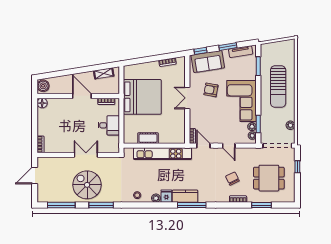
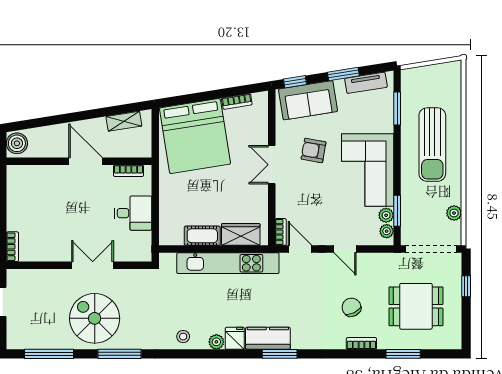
bed: (142, 97) -> (195, 136), moved, turned 81
floor lamp: (42, 103) -> (15, 174), removed
wardrobe: (170, 137) -> (241, 234), added
window: (192, 205) -> (280, 354), width x0.69

